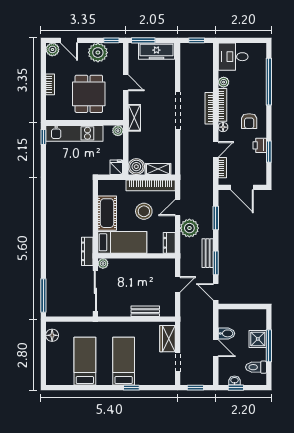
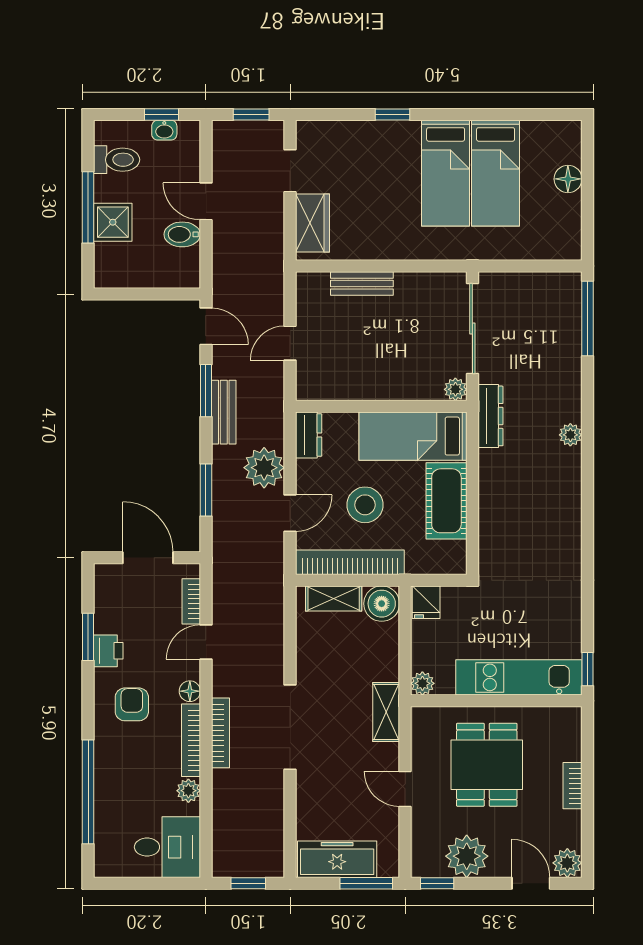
plant: (51, 243) -> (570, 435), added
floor lamp: (52, 335) -> (568, 179), moved
bed: (124, 361) -> (446, 173), moved

